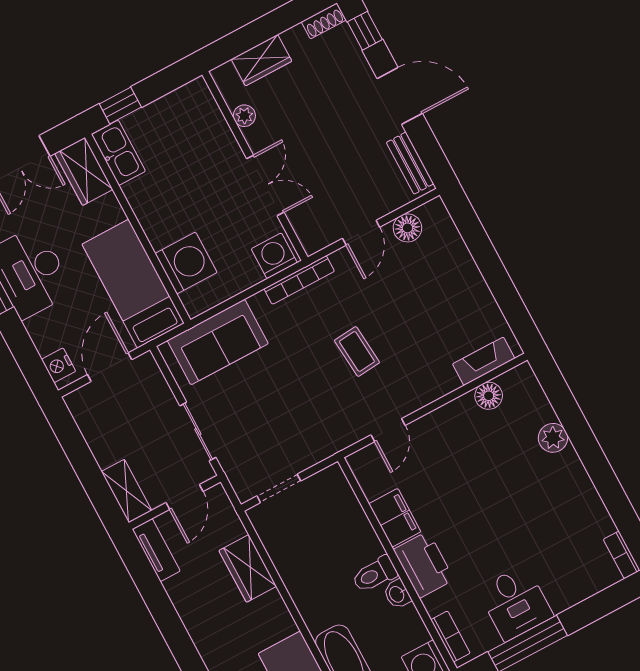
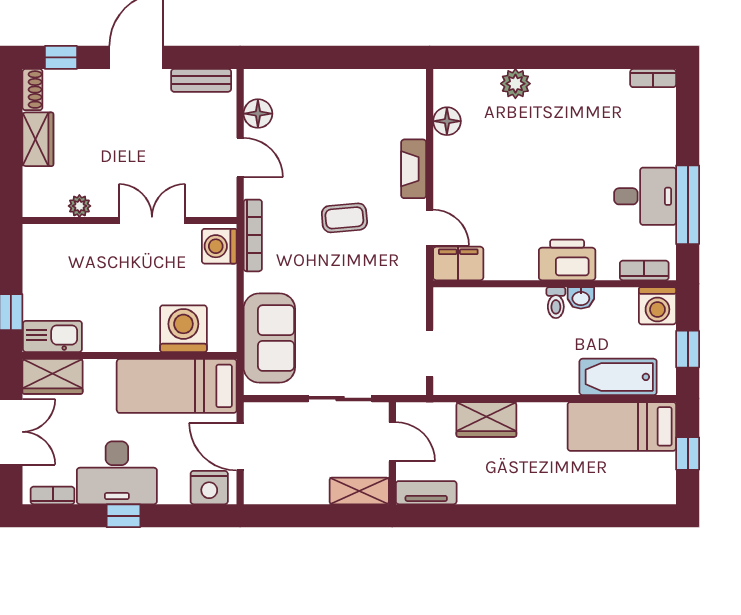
wardrobe: (262, 60) -> (38, 139), moved
fireplace: (484, 361) -> (414, 169), moved
nightstand: (59, 365) -> (209, 488), width x1.36, depth x1.33
filing cabinet: (395, 518) -> (458, 263), moved
toilet: (375, 574) -> (556, 303), width x0.73, depth x0.72

